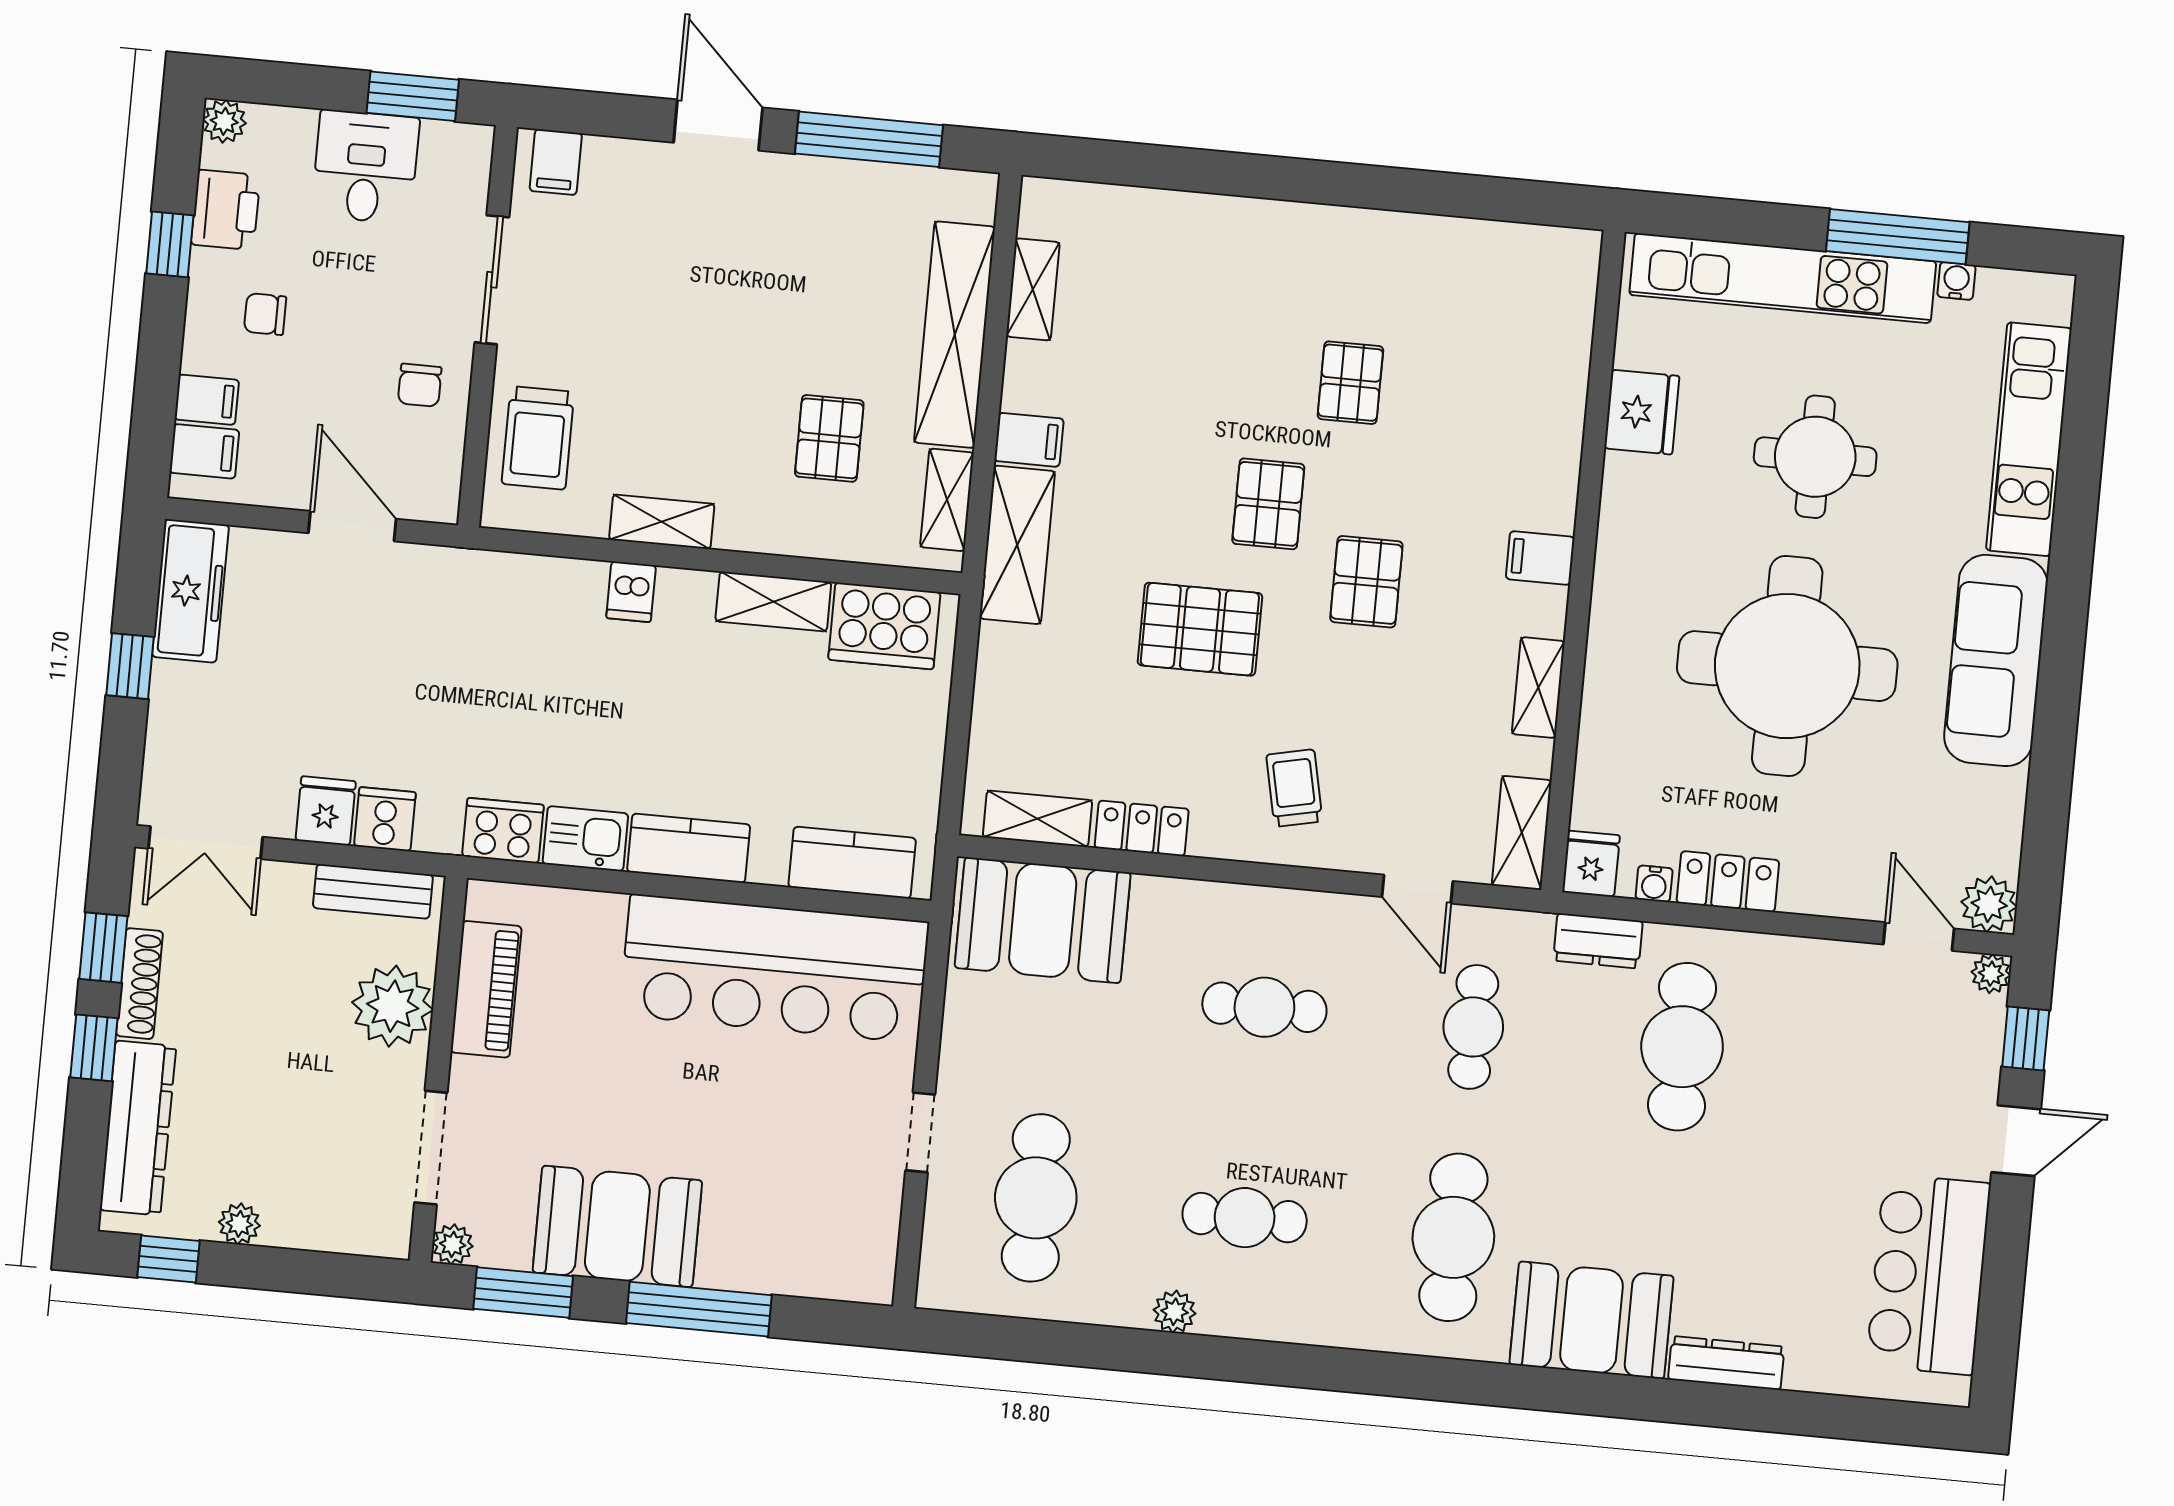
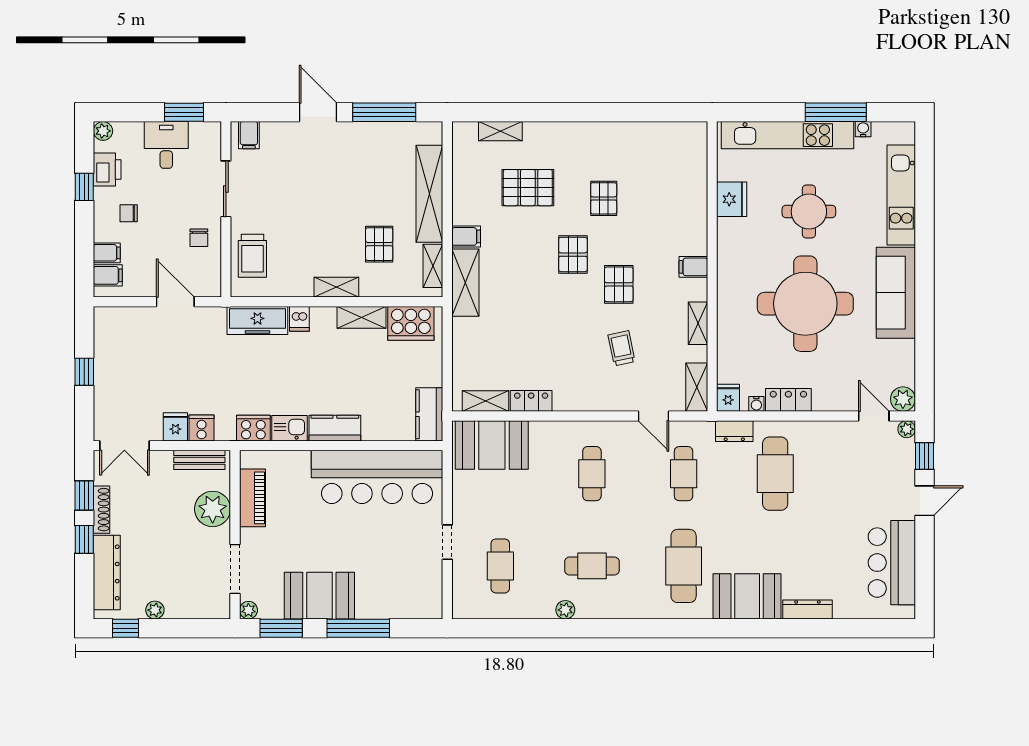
shelving: (1033, 289) -> (500, 131), moved, turned 90
shelving: (662, 522) -> (336, 287), moved
freezer: (190, 591) -> (257, 320), moved, turned 90
pallet: (1200, 629) -> (528, 188), moved
trolley: (1294, 788) -> (621, 348), moved
kitchen counter: (852, 863) -> (429, 414), moved, turned -90
cafe table: (1264, 1007) -> (592, 474), turned 90
cafe table: (1036, 1198) -> (500, 566), width x0.73, depth x0.74

